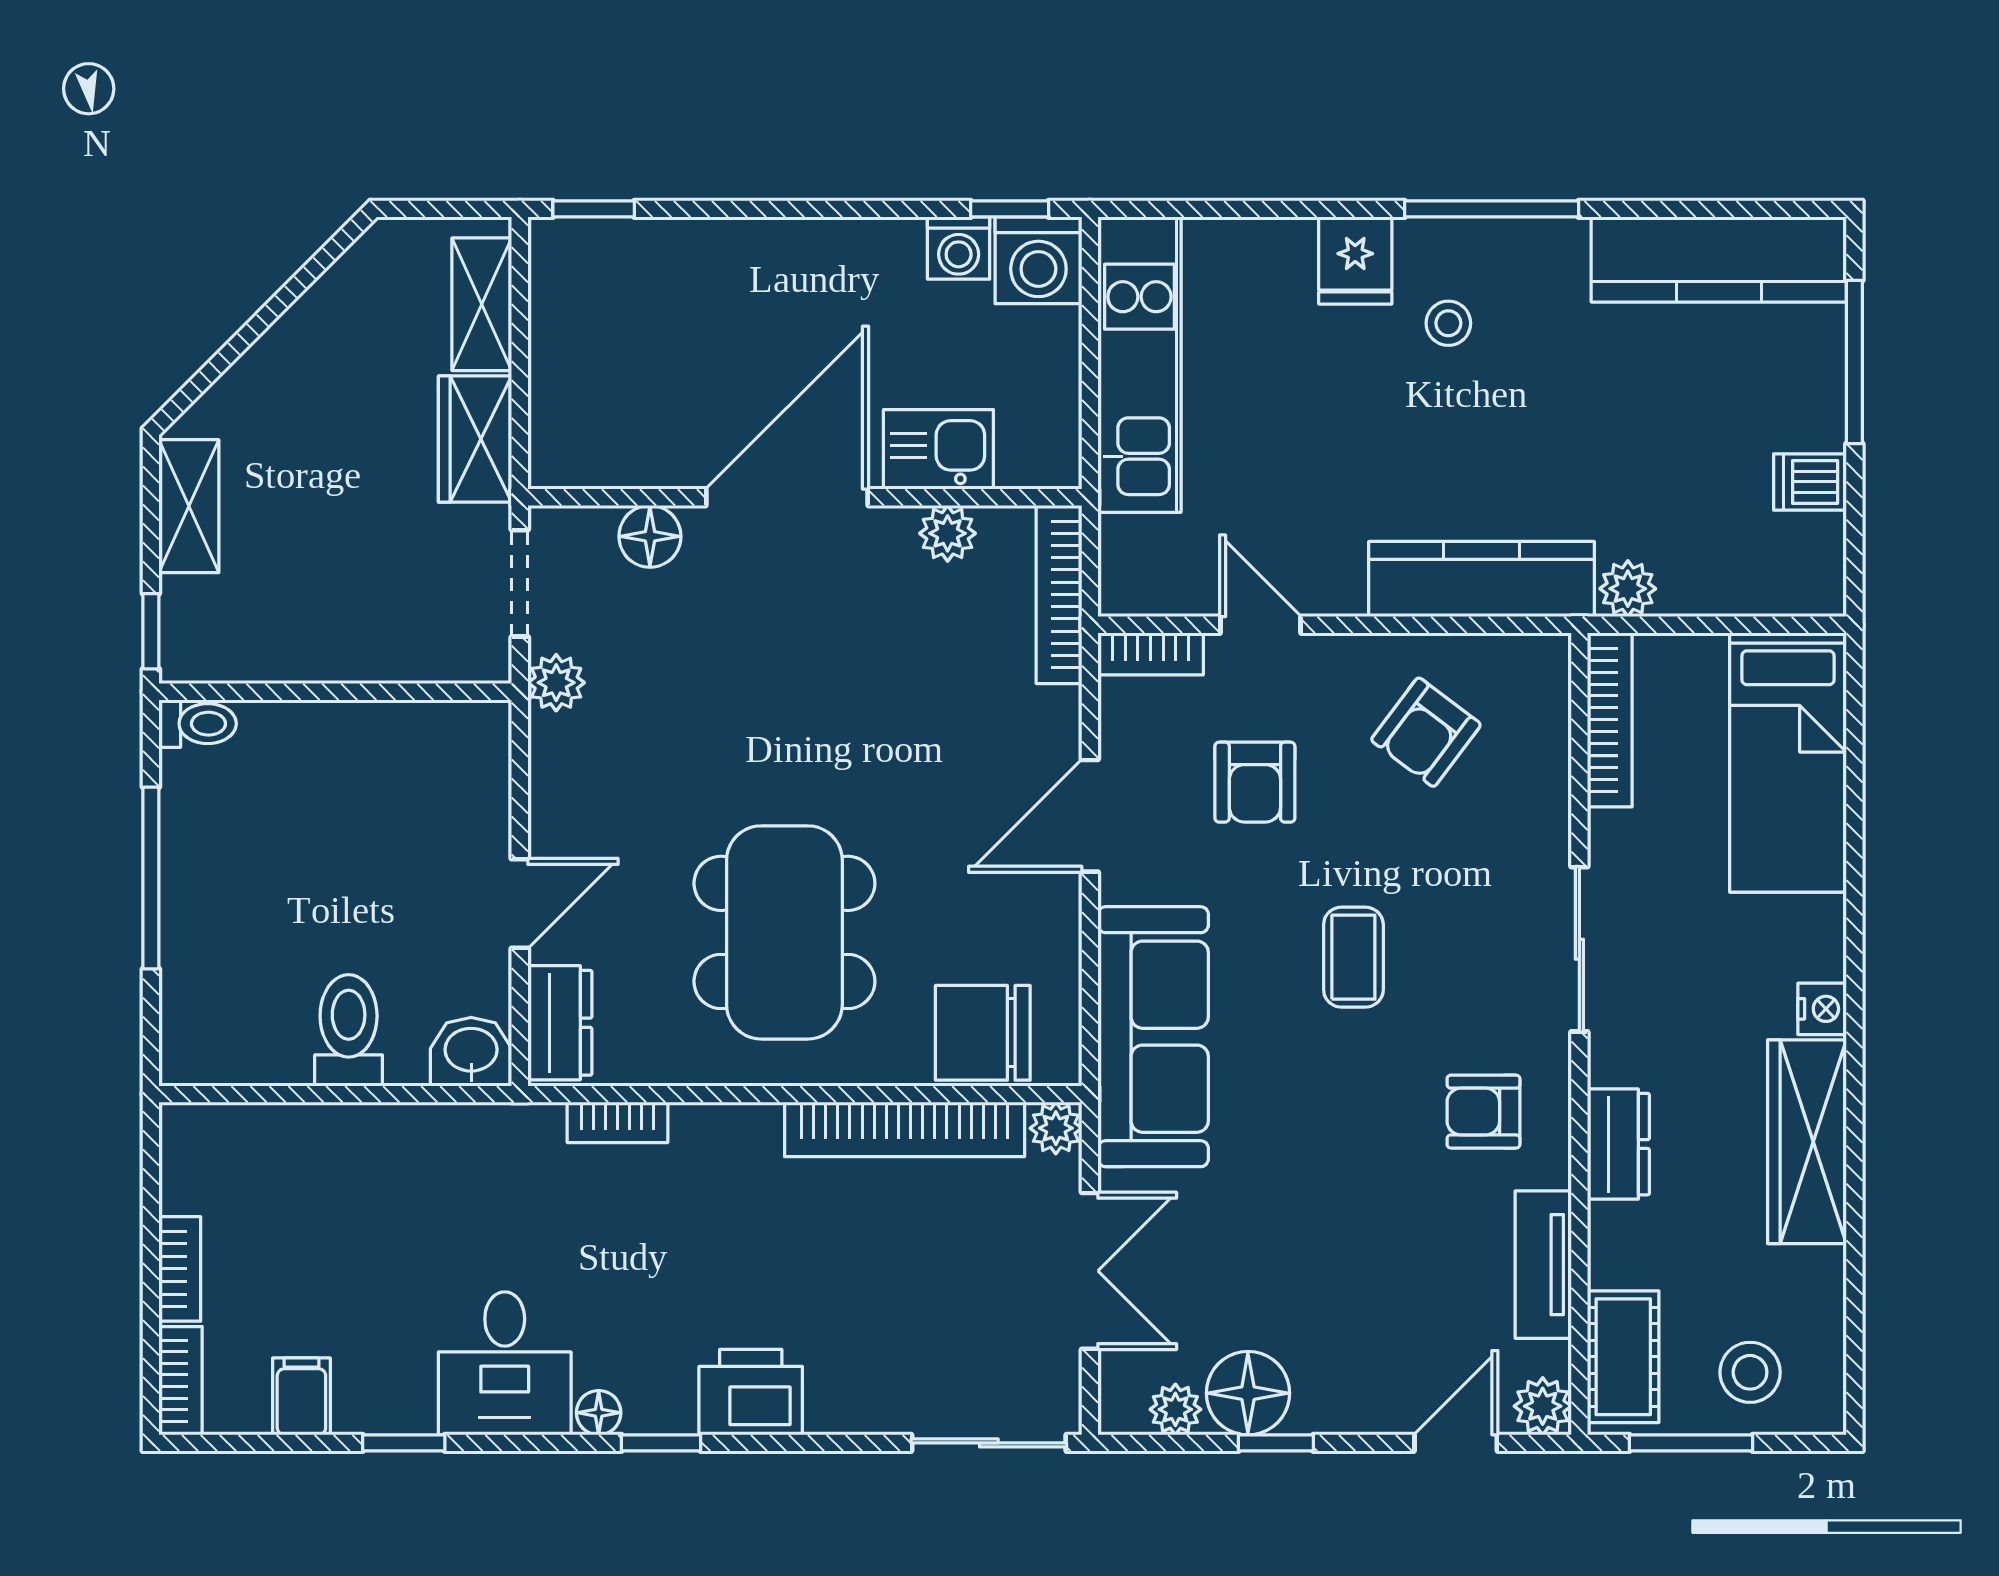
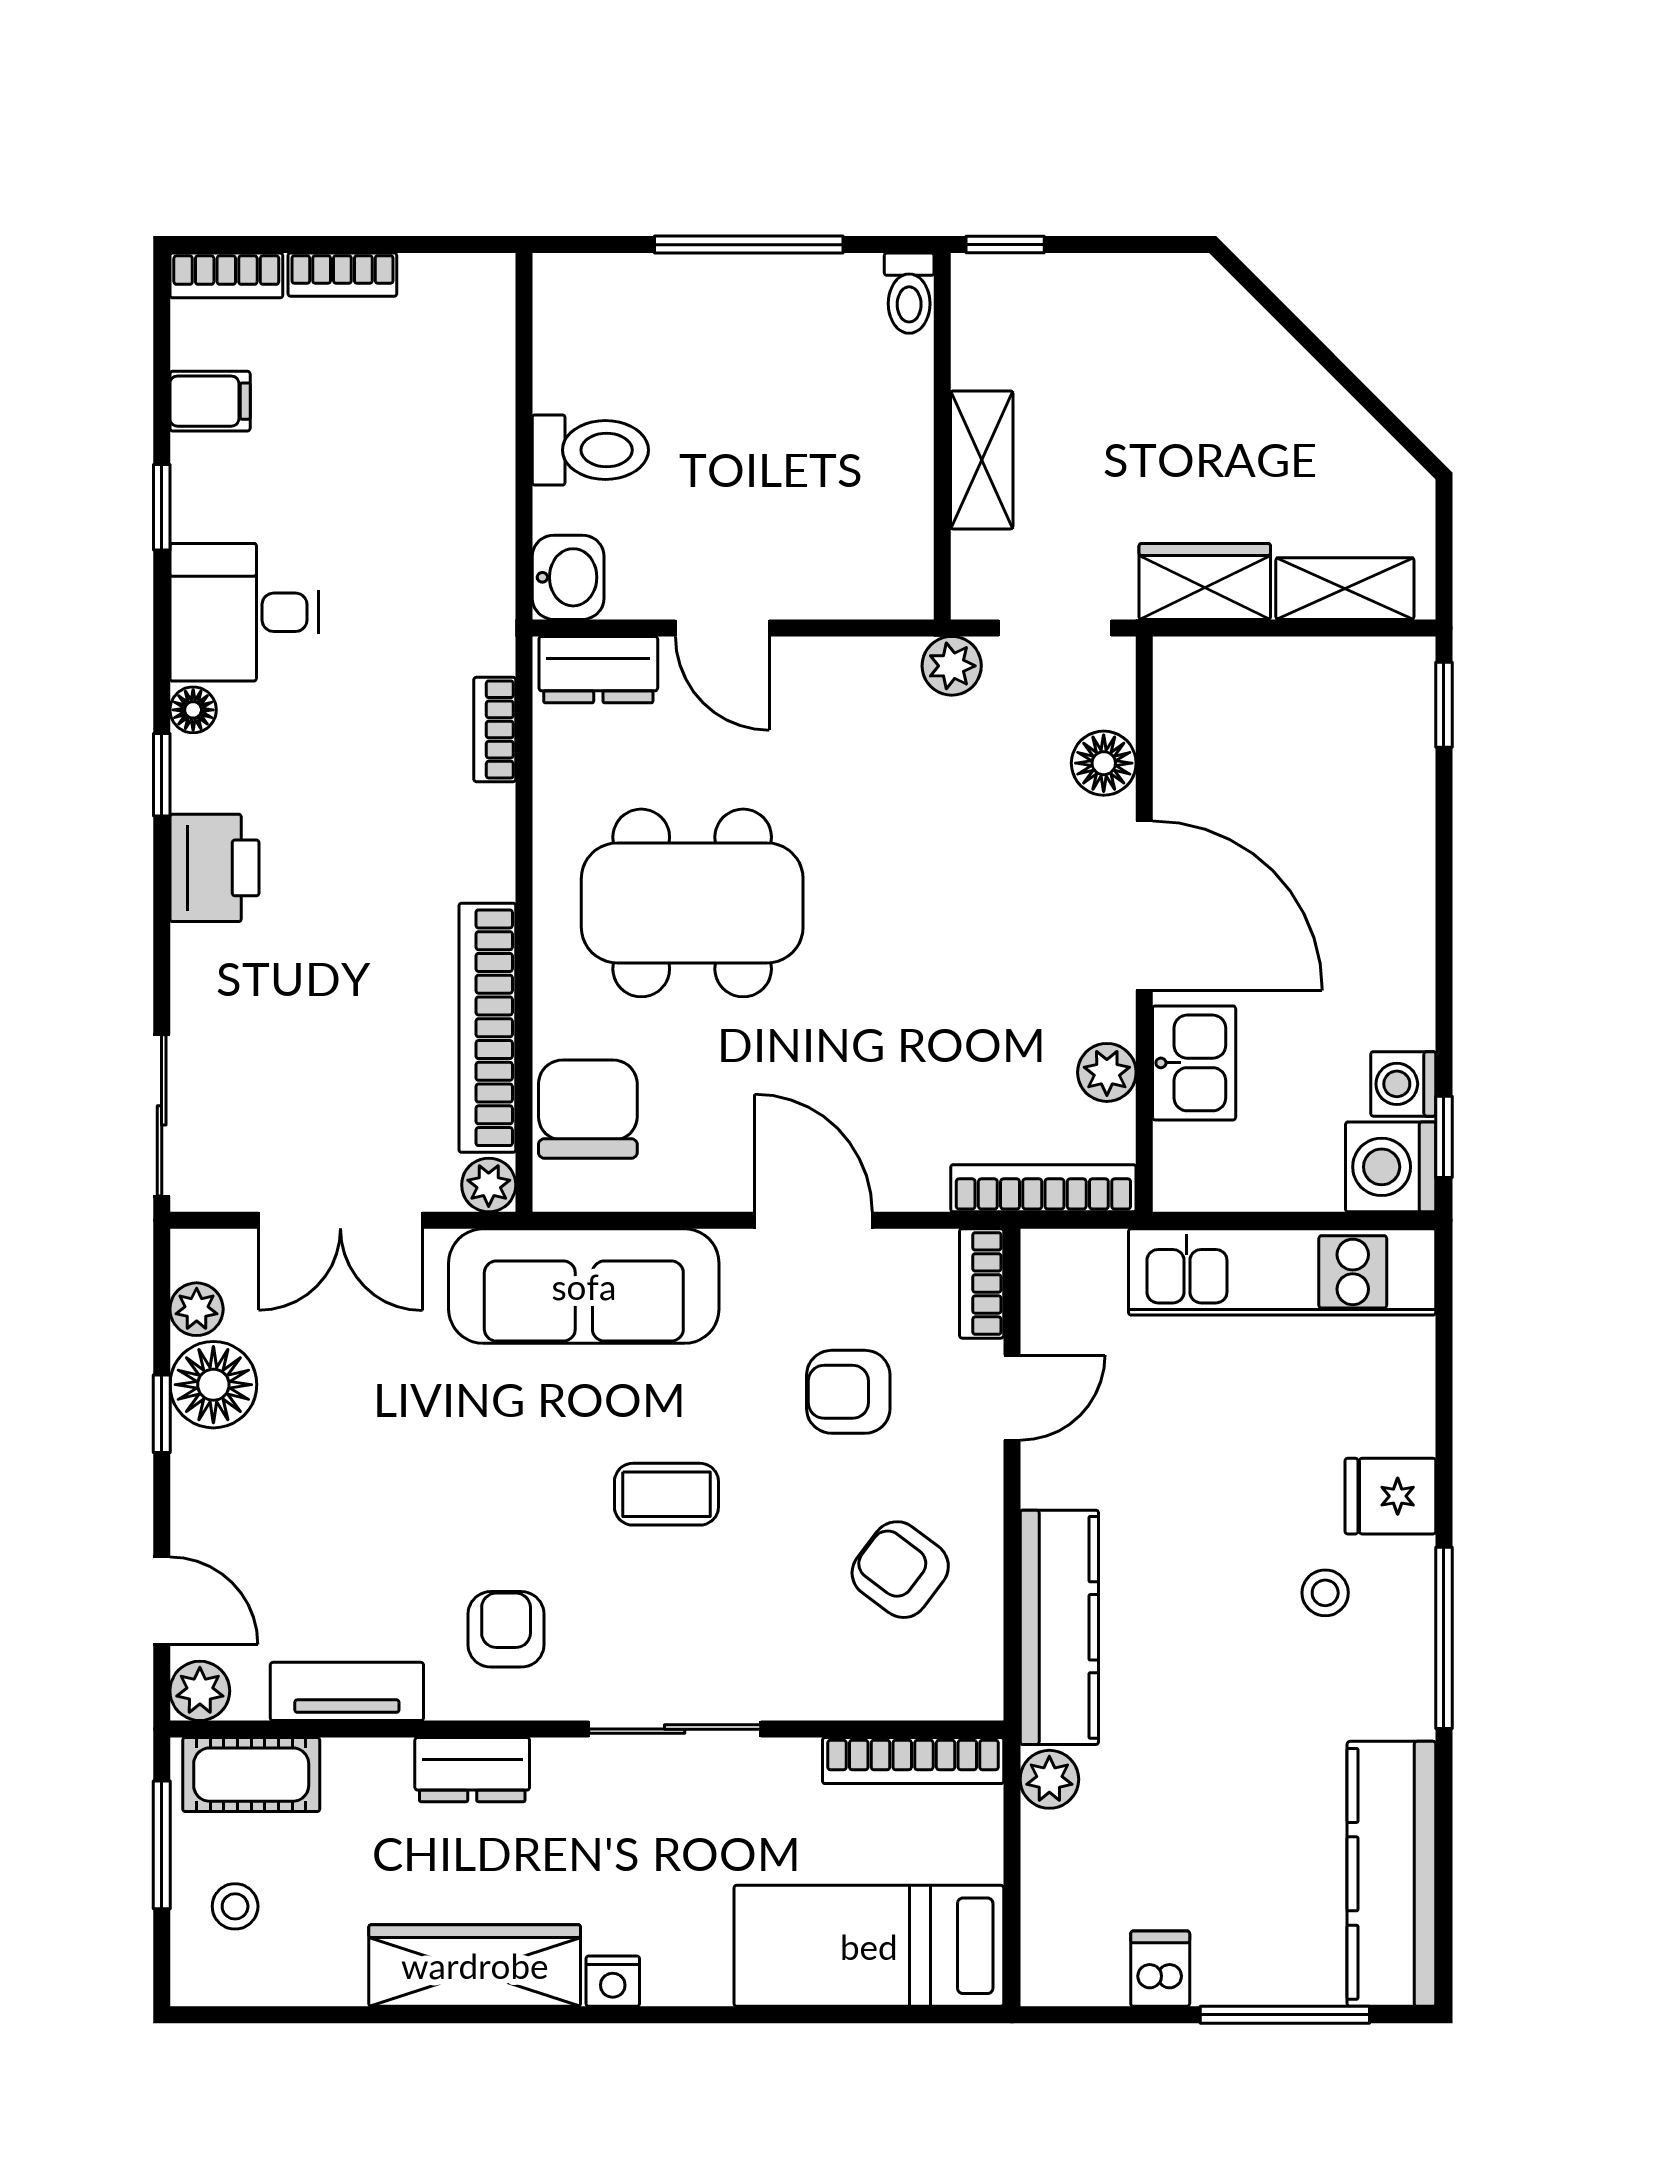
shelving: (189, 506) -> (982, 460), moved, turned 90
stool: (1750, 1372) -> (235, 1906), width x0.73, depth x0.73

